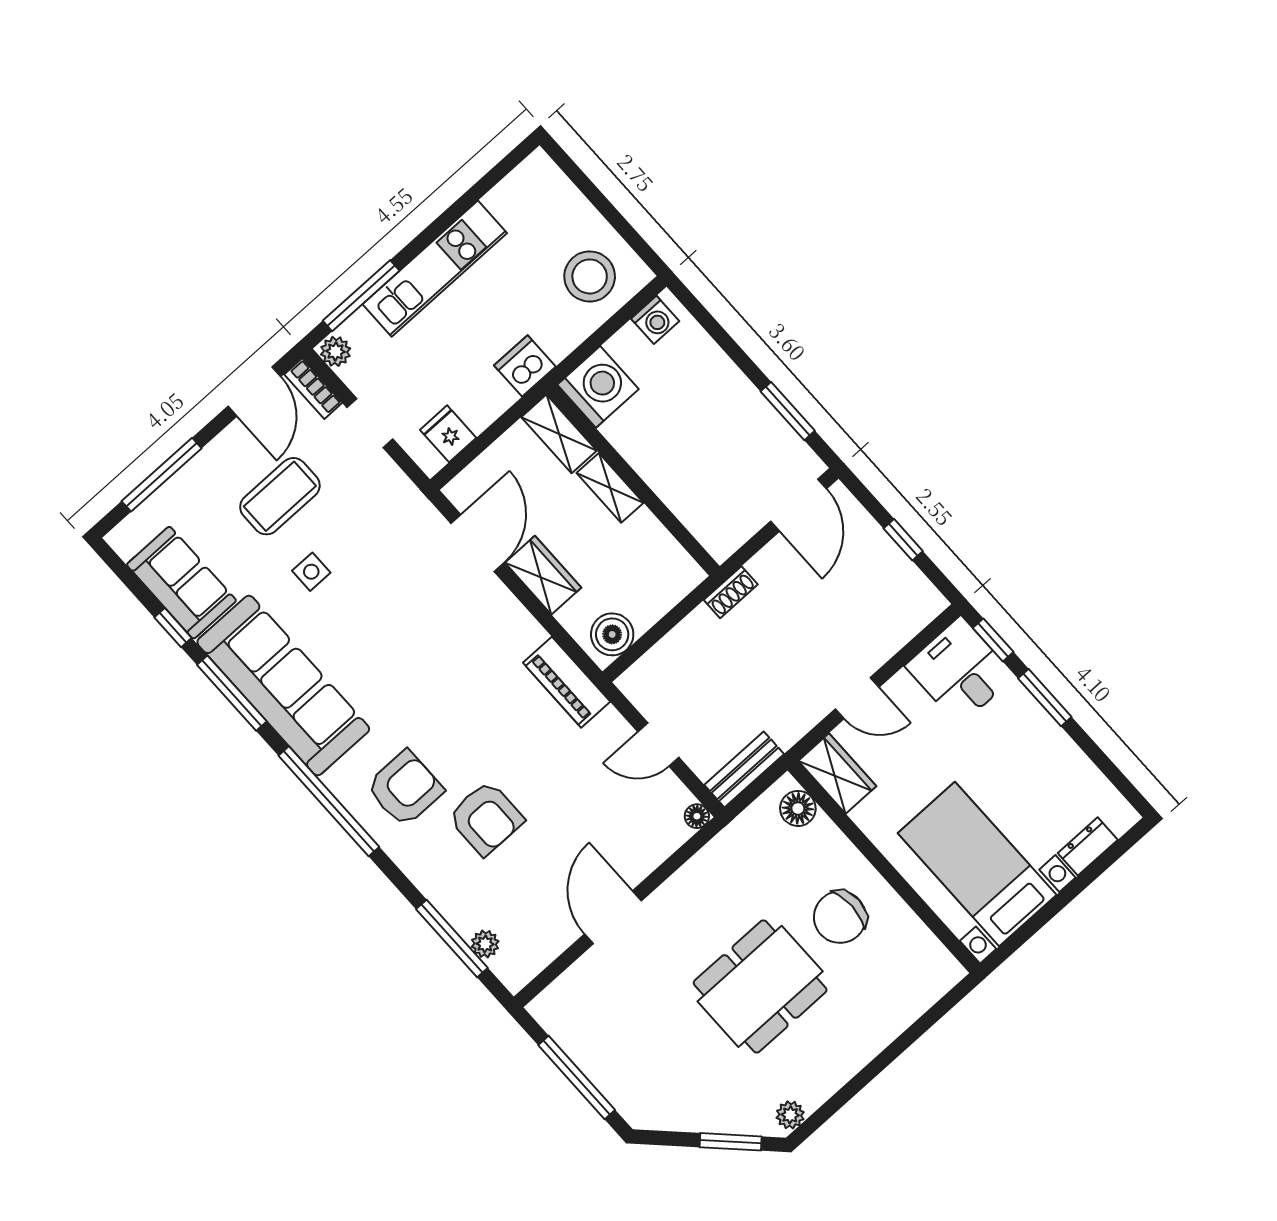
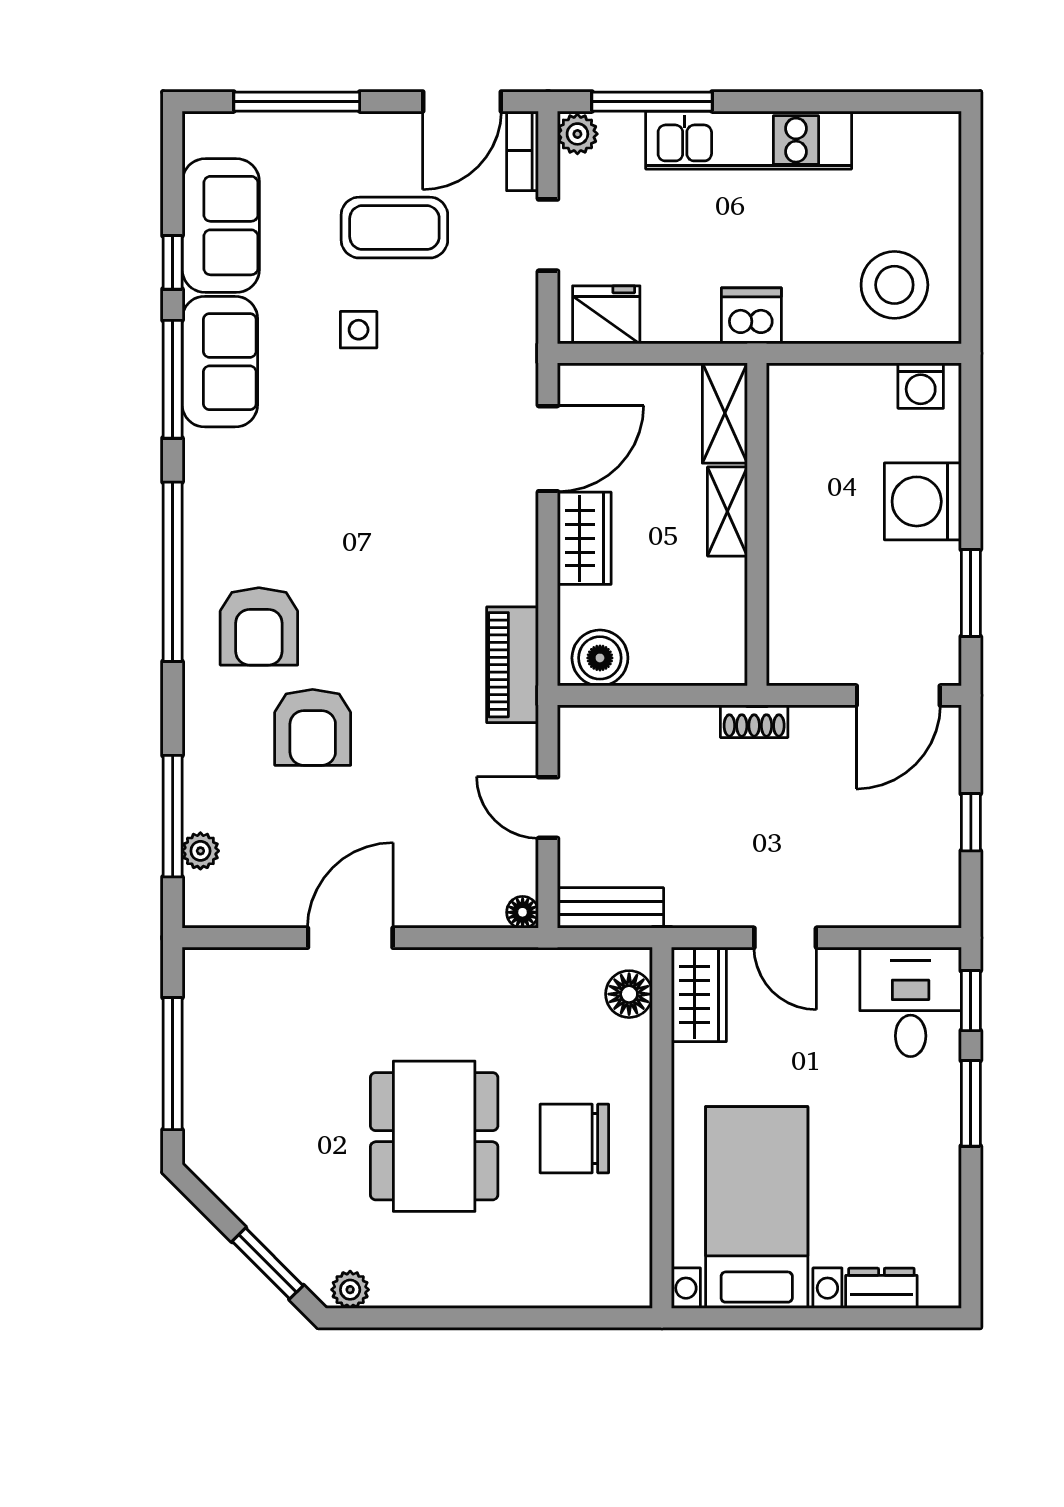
washing machine: (598, 387) -> (923, 501), moved, turned 180
fridge: (448, 434) -> (606, 315), width x1.38
sofa: (283, 686) -> (220, 362), width x0.54, depth x0.79
armchair: (405, 788) -> (259, 626), turned 90
dining table: (760, 986) -> (434, 1136), turned 90

